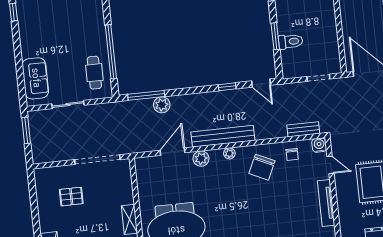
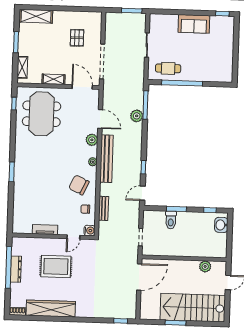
sofa: (35, 78) -> (194, 24), moved
bench: (303, 129) -> (104, 208), moved
door: (134, 181) -> (82, 87), added
tv unit: (326, 203) -> (45, 230), width x0.71

